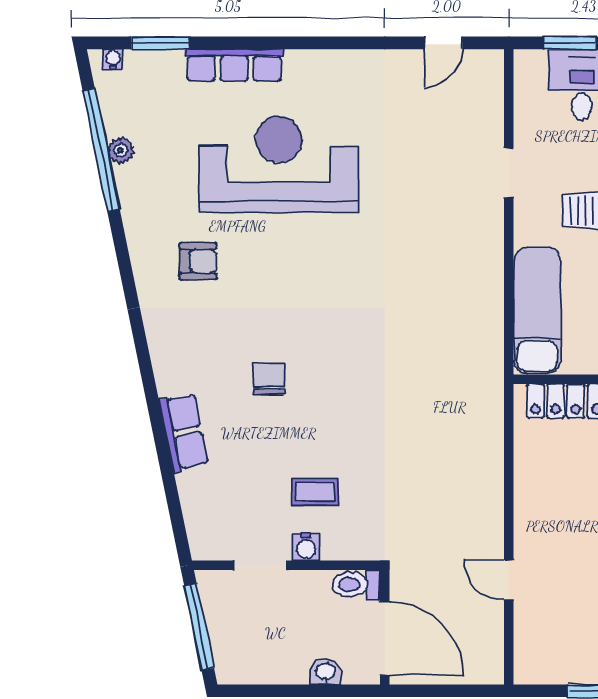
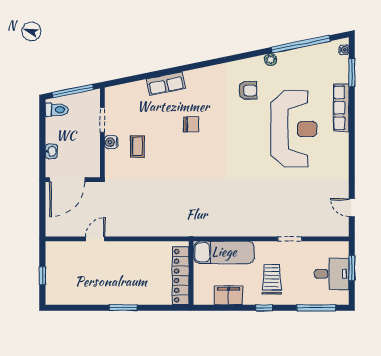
plant: (121, 150) -> (271, 60), moved
armchair: (198, 261) -> (248, 90), turned -90
toilet: (356, 584) -> (57, 110), moved, turned 90

